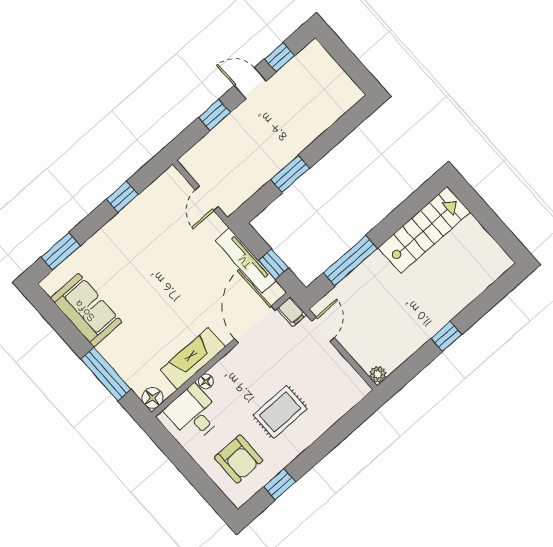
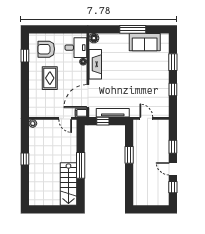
door: (250, 83) -> (173, 169), swing flipped
window: (61, 251) -> (173, 62), moved
window: (350, 261) -> (81, 165), moved
door: (255, 325) -> (88, 96), swing flipped
window: (106, 374) -> (133, 29), moved

